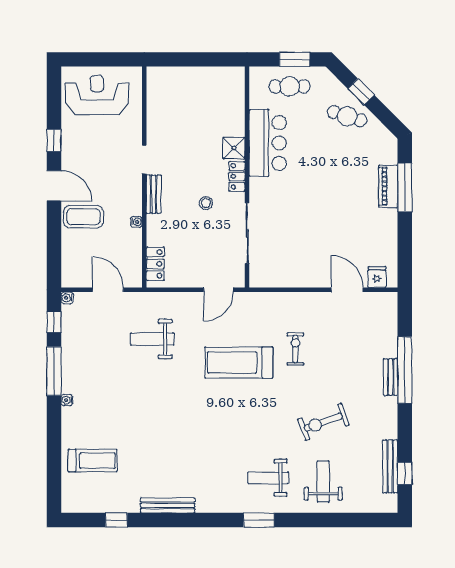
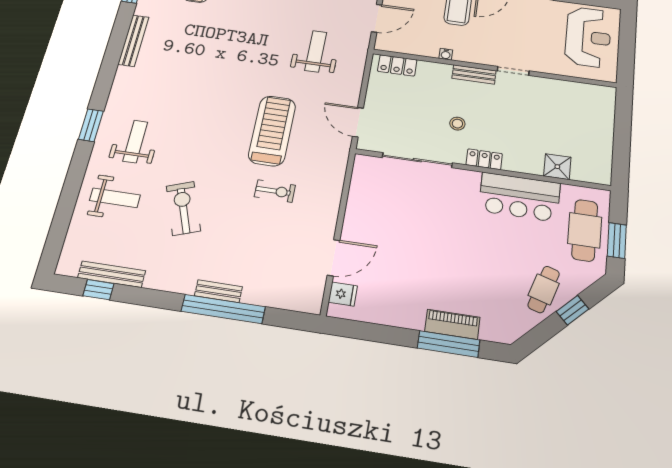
cafe table: (290, 86) -> (585, 230), width x1.37, depth x1.35
shower: (234, 148) -> (557, 167), moved

